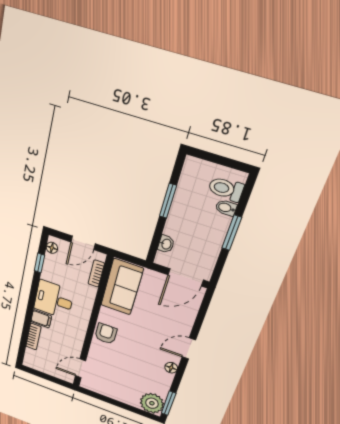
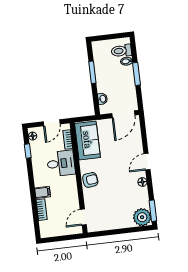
desk: (54, 300) -> (61, 163), moved, turned 180
armchair: (106, 334) -> (90, 180), turned 83

